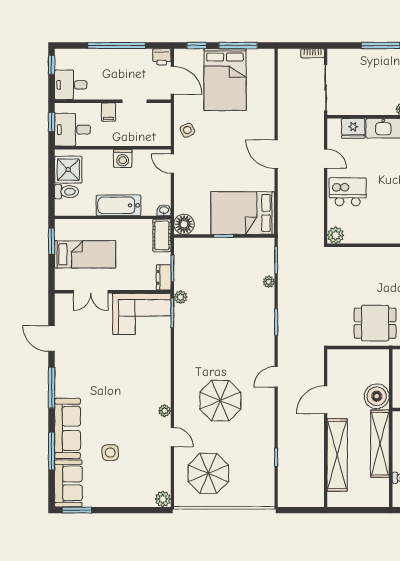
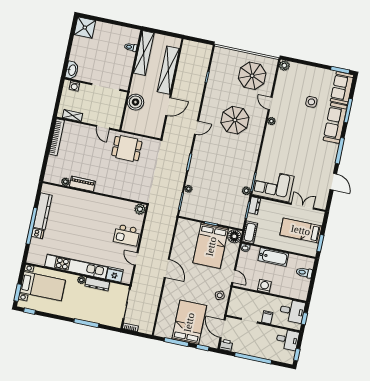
dresser: (376, 108) -> (97, 284), added
shower: (68, 170) -> (300, 286), removed
bed: (243, 213) -> (211, 246), moved, turned 90
shelving: (380, 444) -> (144, 53), moved

